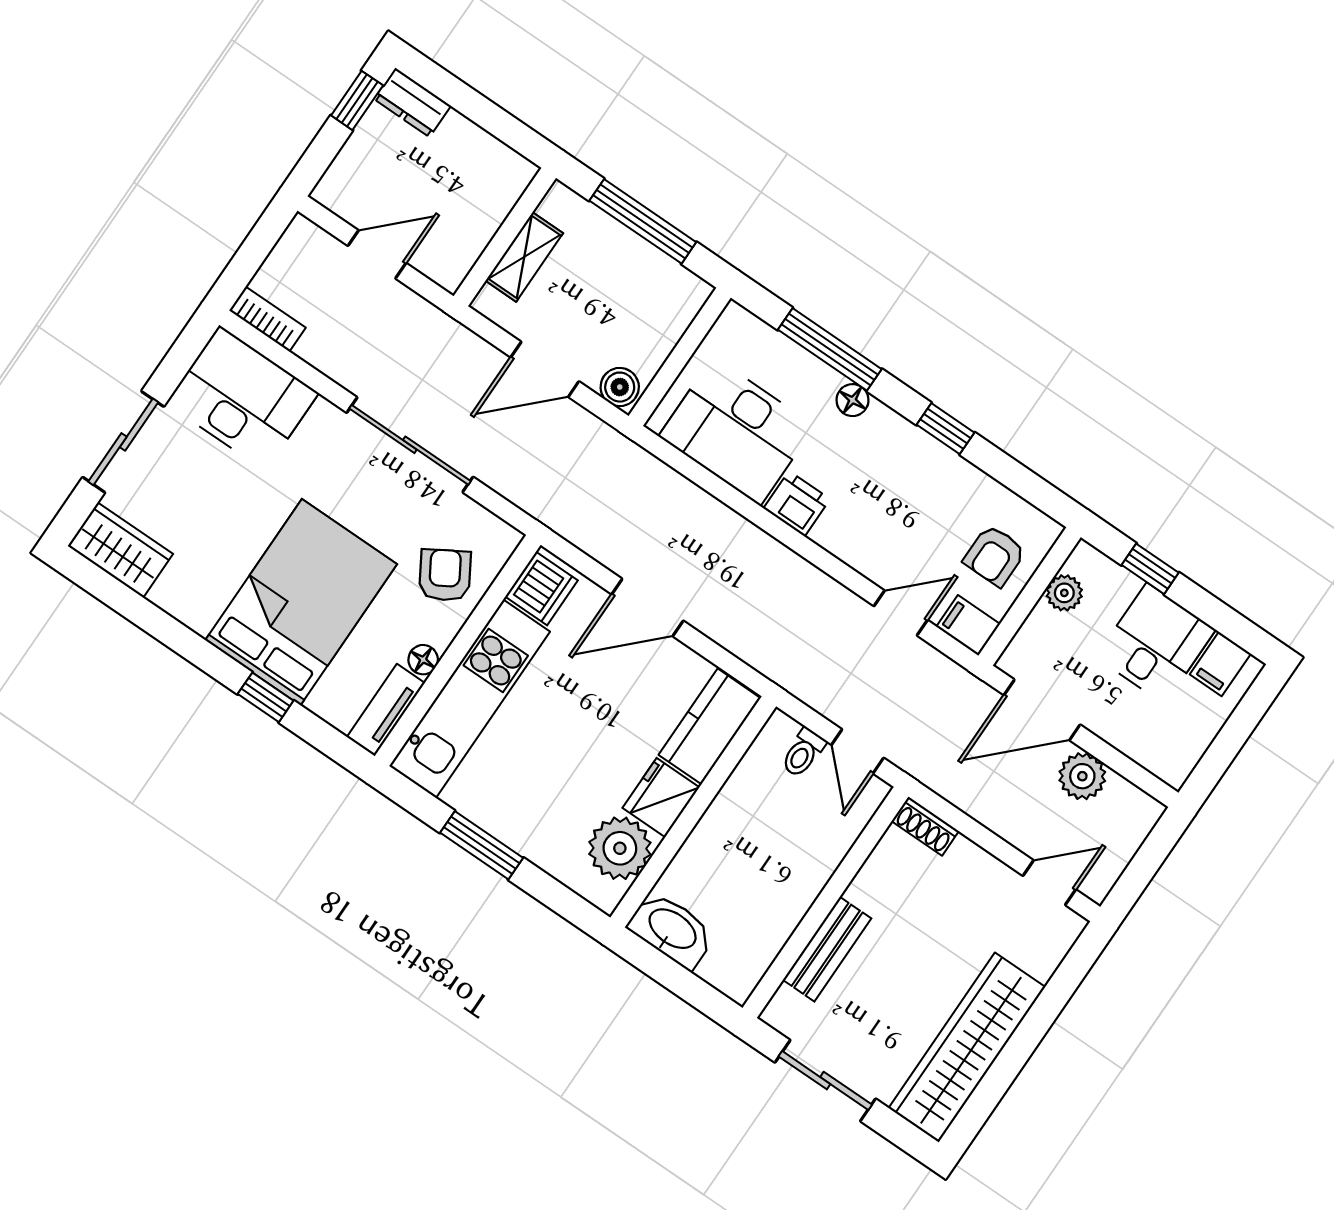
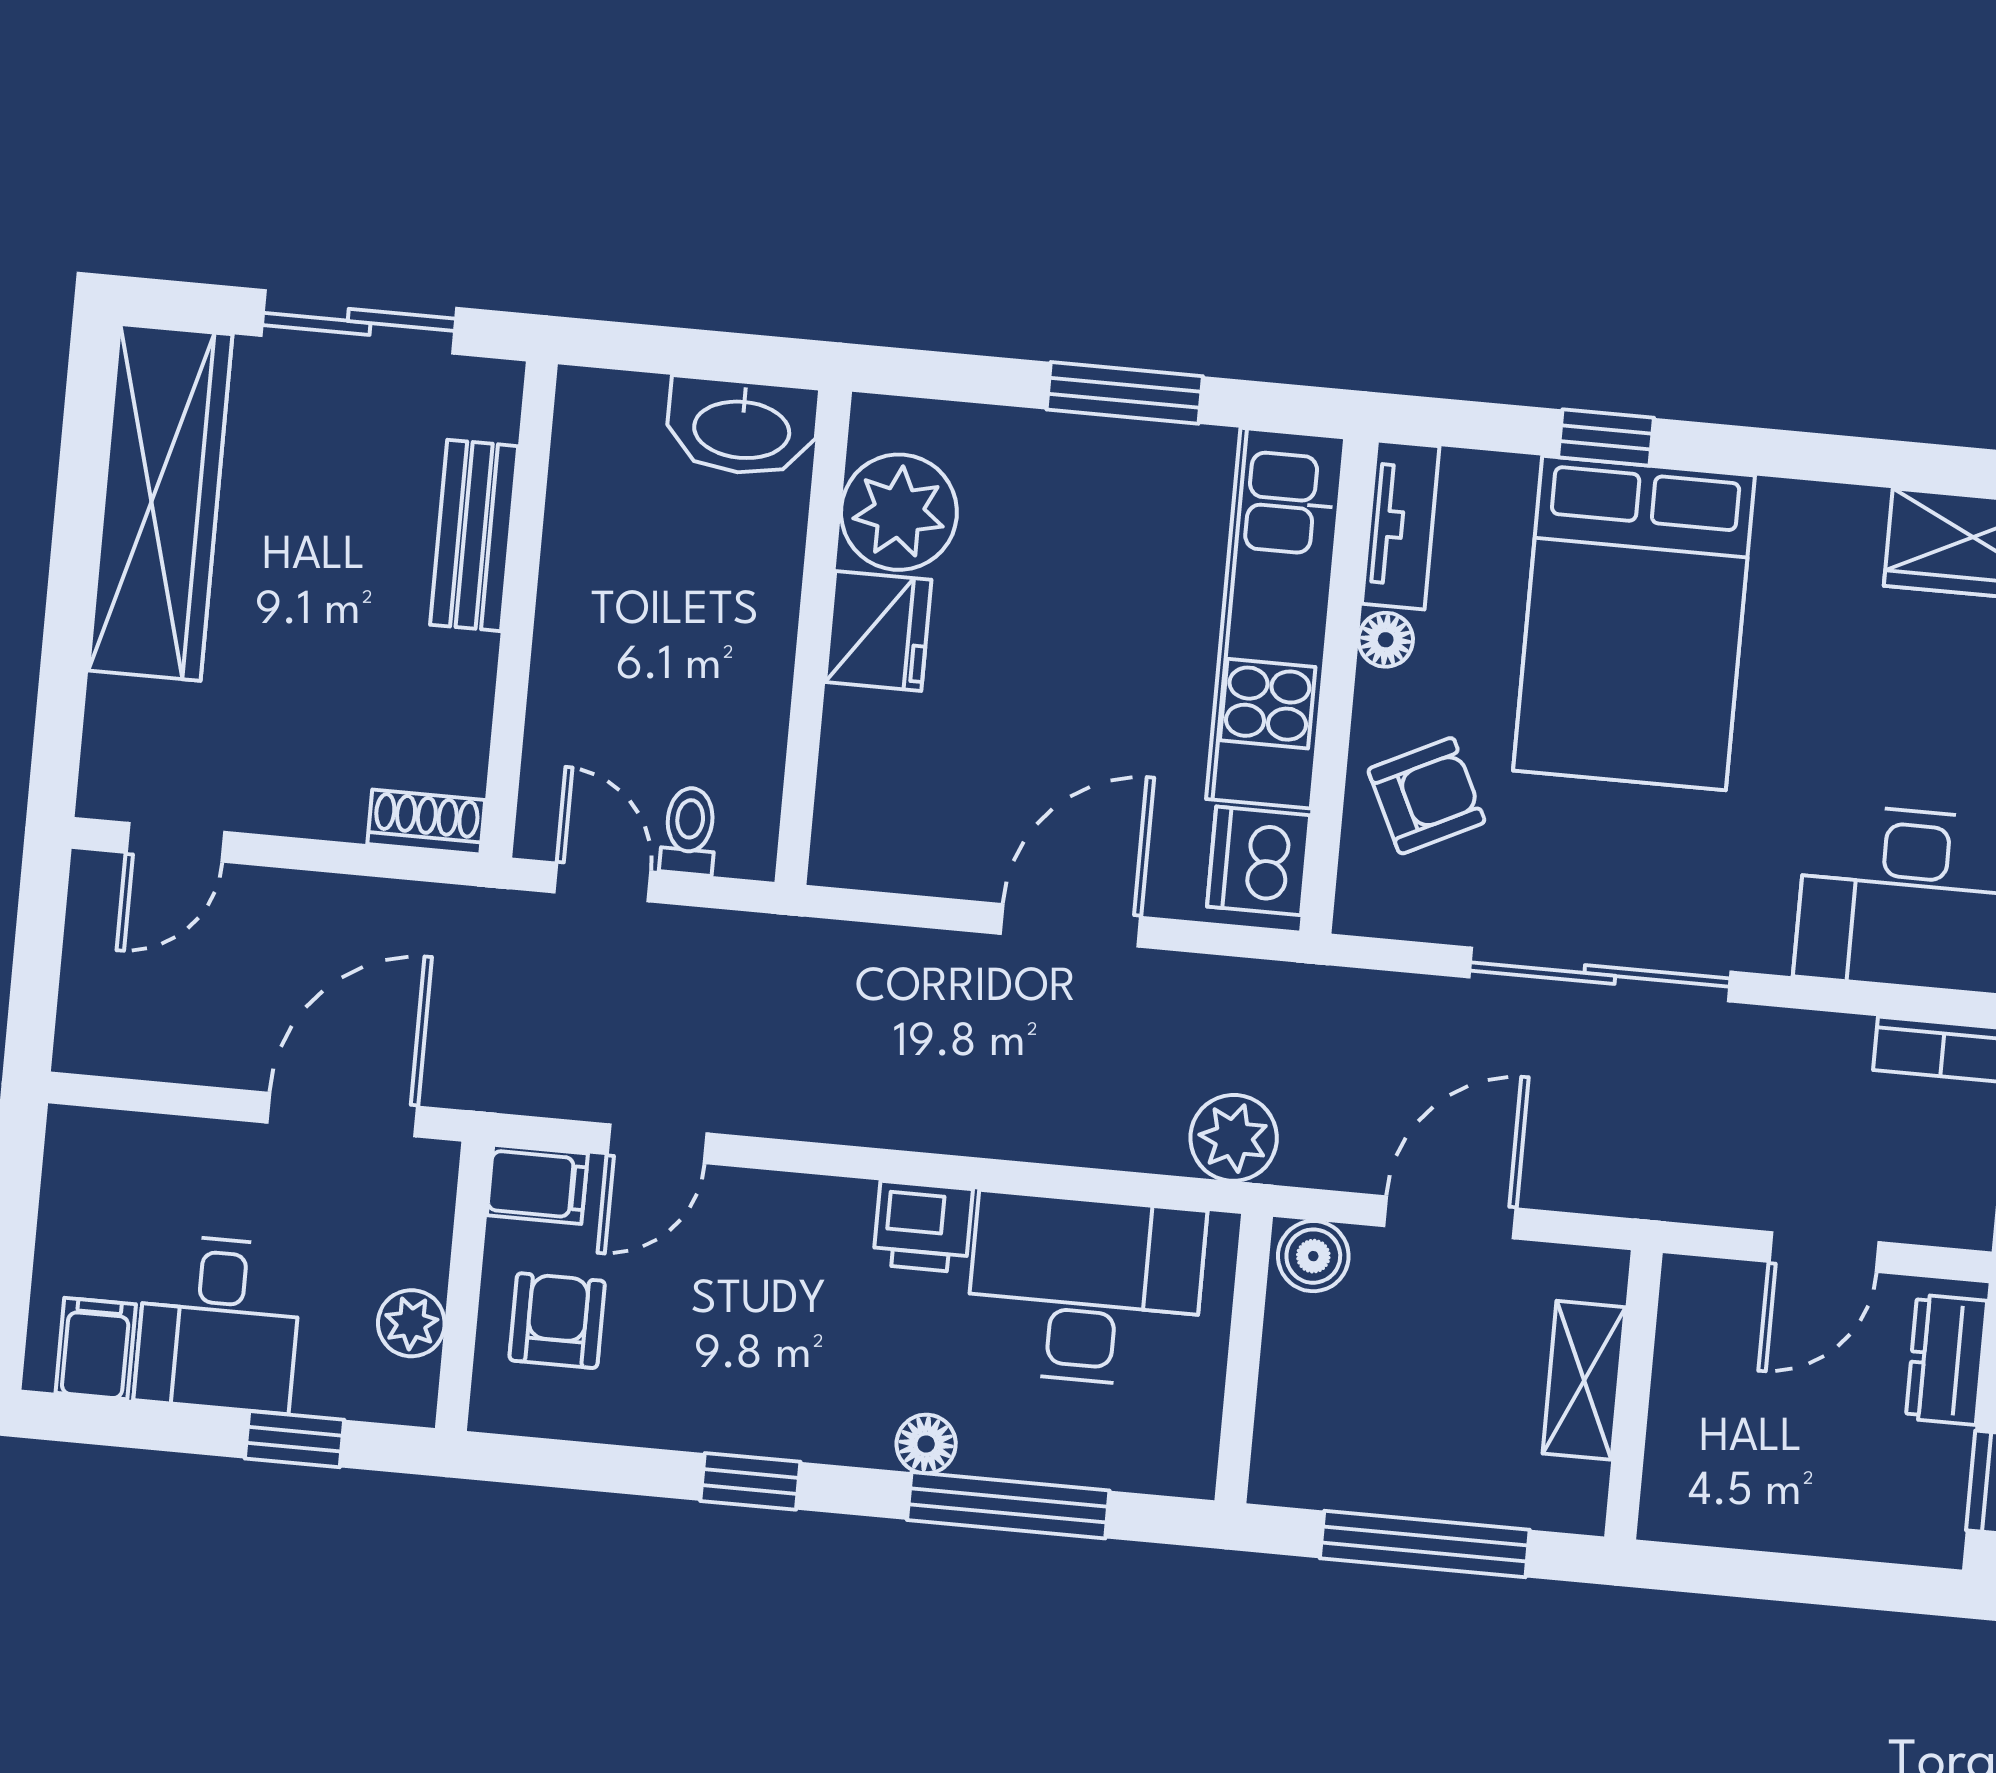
dresser: (412, 102) -> (1946, 1360), moved, turned -90
armchair: (445, 575) -> (1426, 796), turned -85
kitchen counter: (710, 726) -> (864, 789), removed
plant: (1082, 776) -> (1234, 1138), moved

